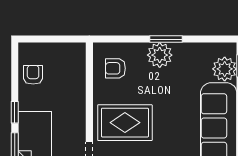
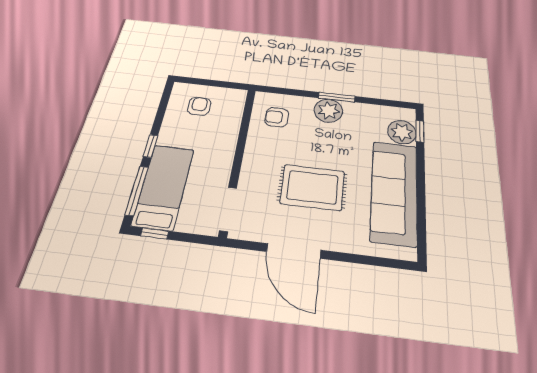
armchair: (33, 75) -> (199, 106), moved
rug: (125, 123) -> (312, 187), moved

